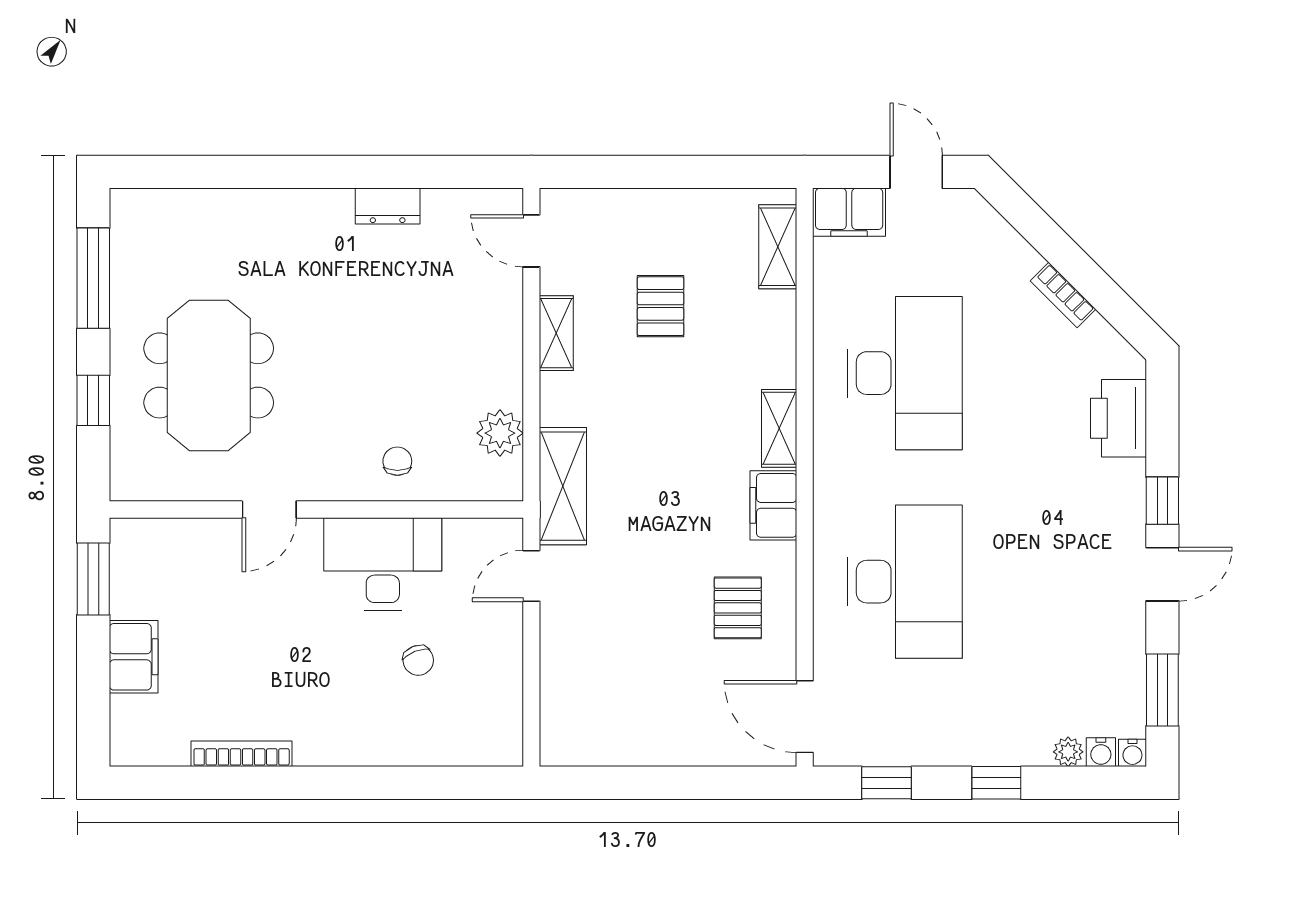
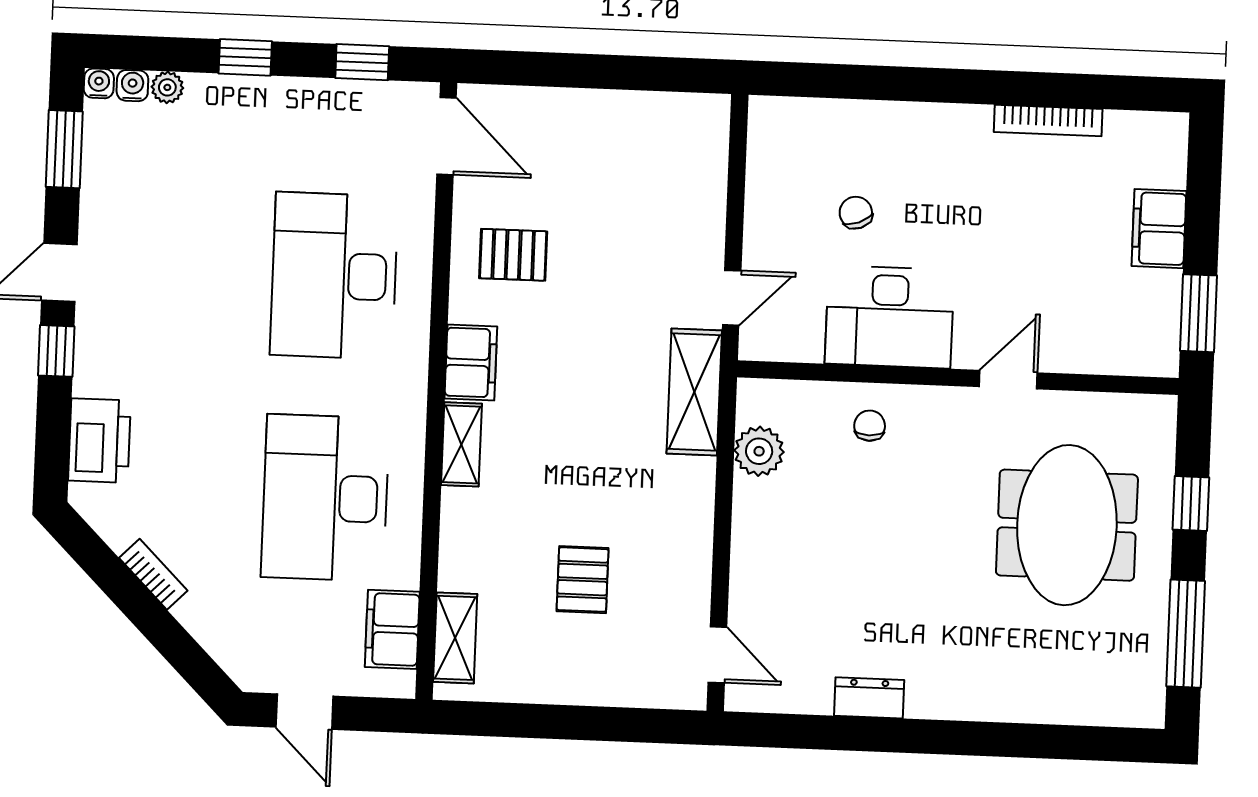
filing cabinet: (849, 212) -> (392, 629), moved, turned -90
shelving: (556, 333) -> (695, 555), removed
chair: (397, 461) -> (870, 426), turned 180
pallet: (738, 608) -> (513, 255), turned 90

